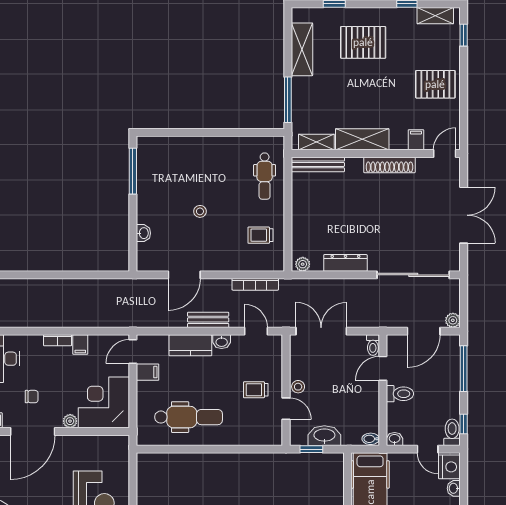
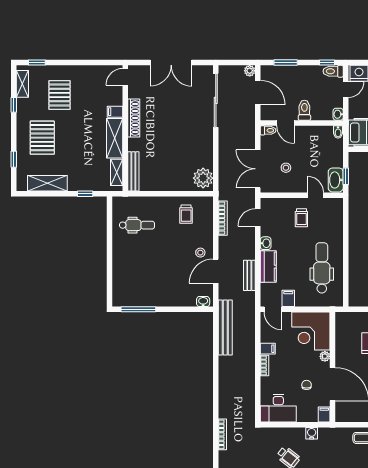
pallet: (435, 84) -> (59, 95), moved
window: (288, 100) -> (85, 194), width x0.46
filing cabinet: (416, 140) -> (115, 112), moved
door: (445, 154) -> (125, 77), hinge flipped
dental chair: (265, 176) -> (137, 225), moved
stool: (200, 211) -> (200, 253), moved
double door: (464, 215) -> (171, 63), swing flipped
washbasin: (143, 233) -> (203, 302), moved
dresser: (345, 263) -> (207, 151), removed
plant: (303, 264) -> (203, 178), width x1.88, depth x1.88
door: (184, 275) -> (216, 271), swing flipped
bench: (109, 288) -> (225, 327), added
bench: (208, 320) -> (249, 275), moved
window: (464, 369) -> (286, 63), width x0.69
stool: (298, 387) -> (286, 168), moved
door: (286, 409) -> (316, 195), hinge flipped
washbasin: (324, 436) -> (336, 180), moved

